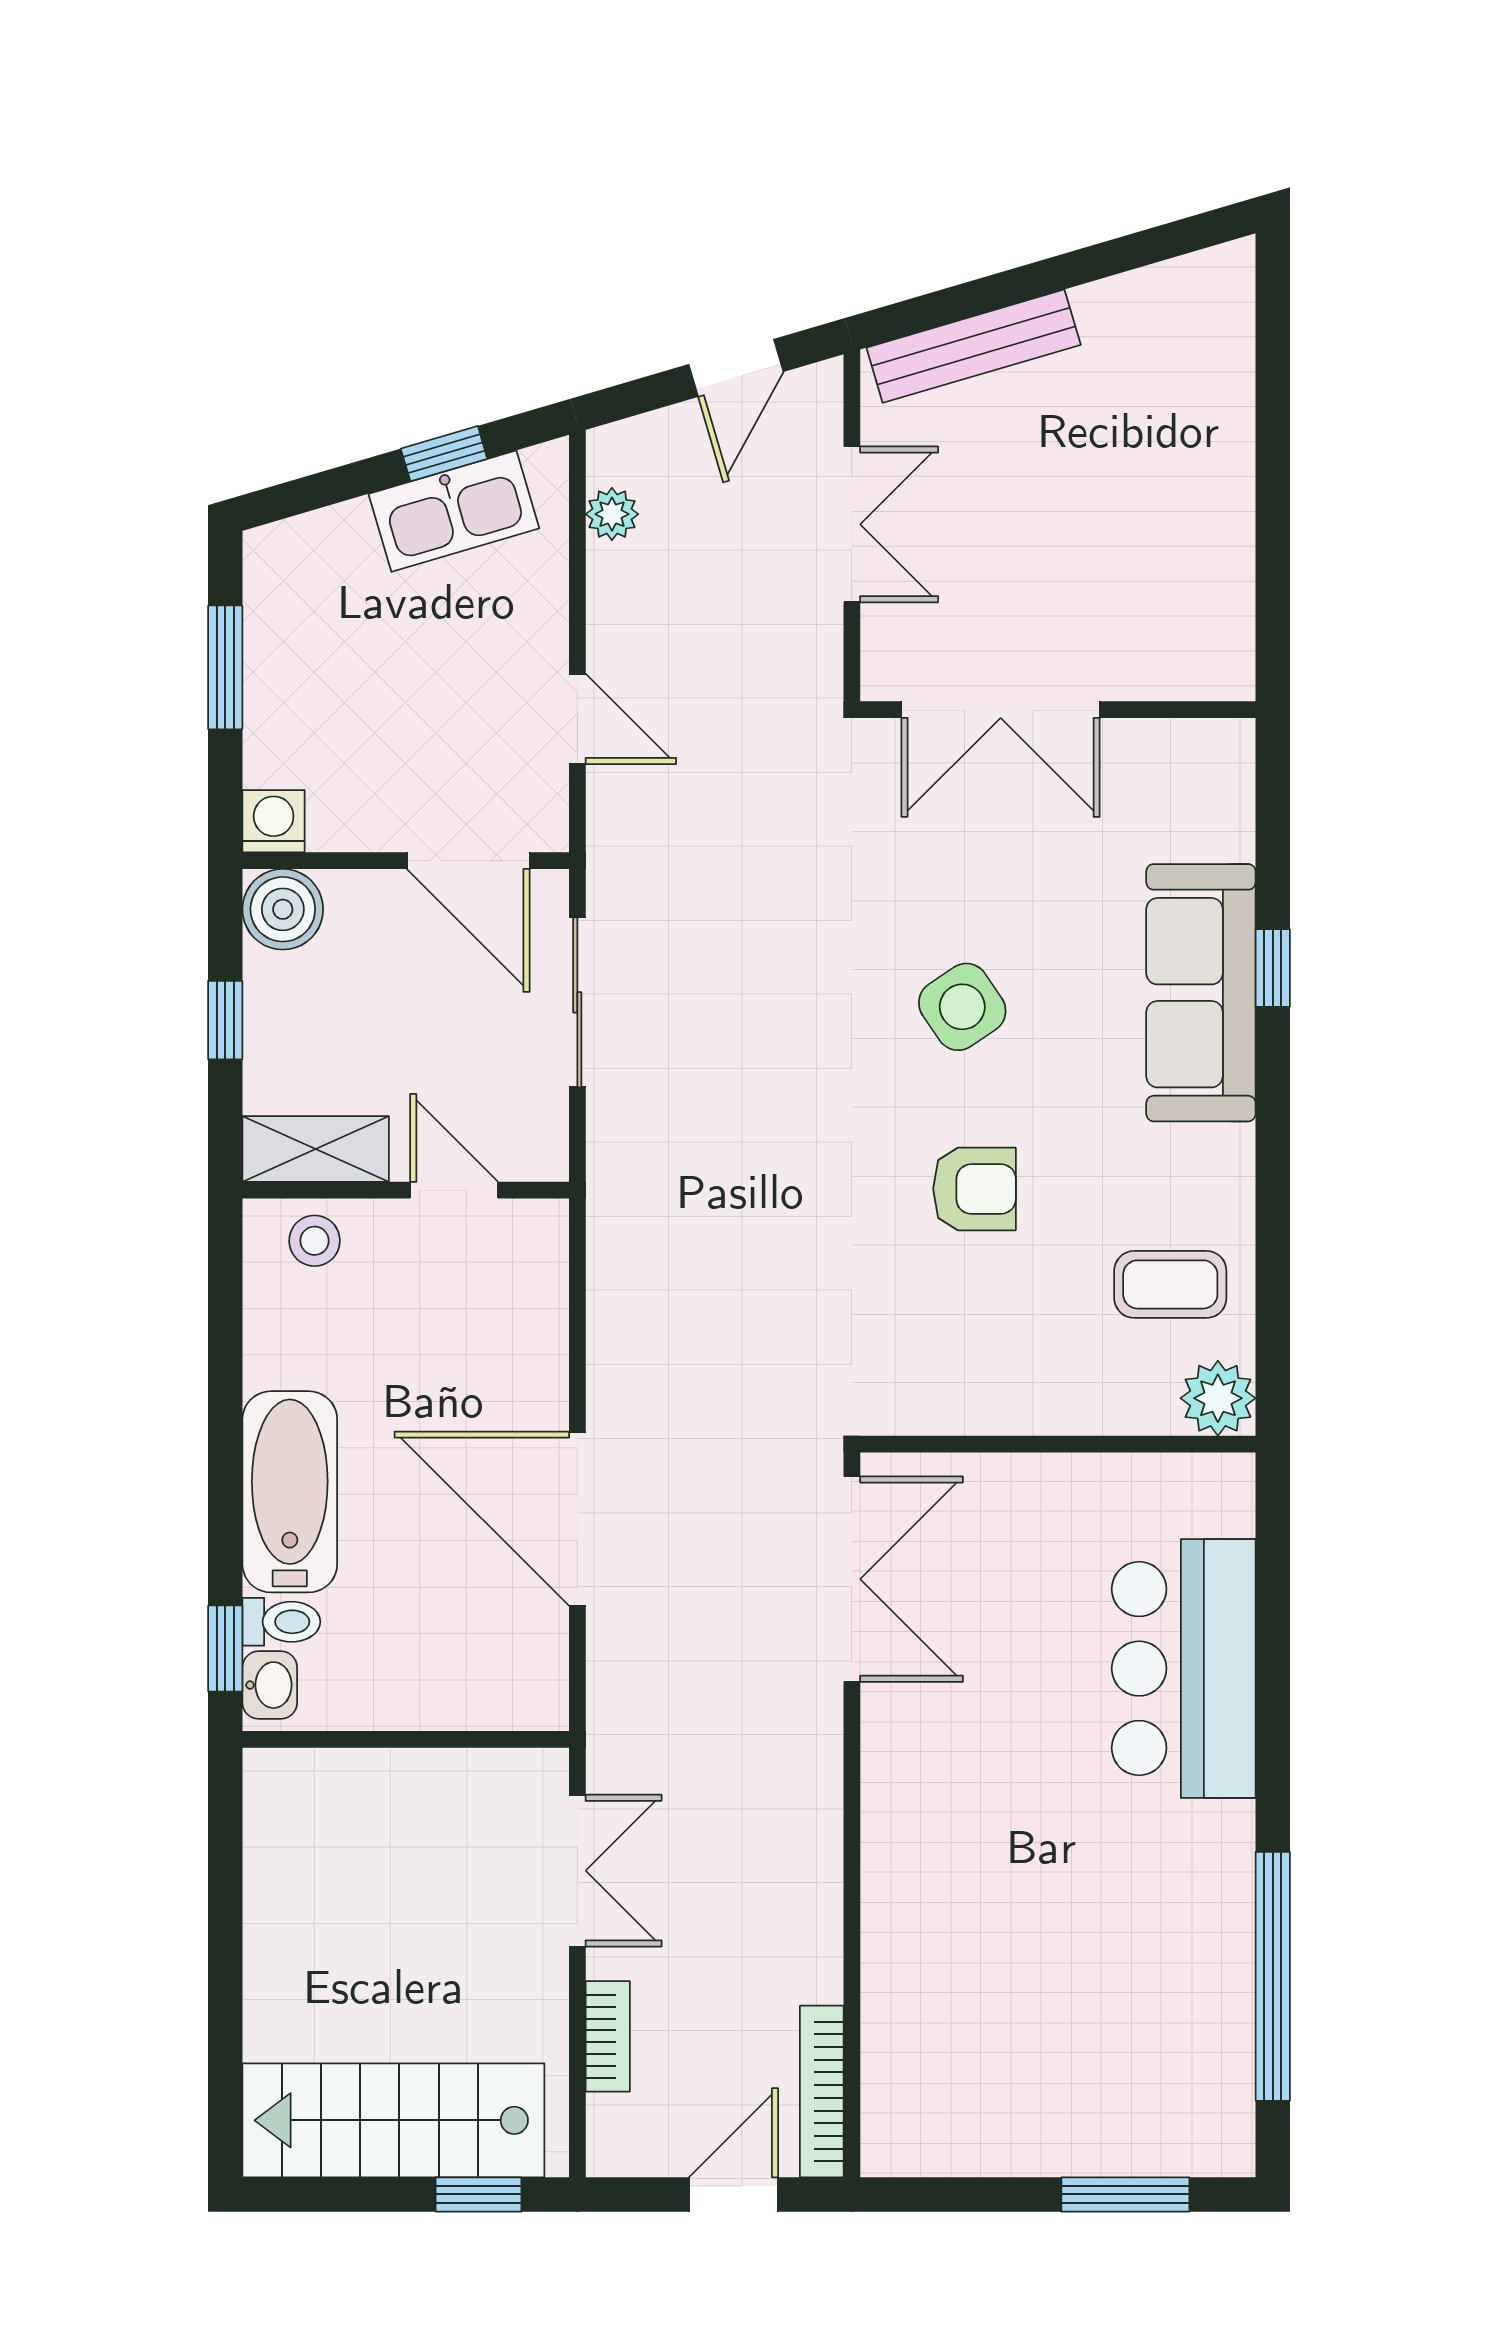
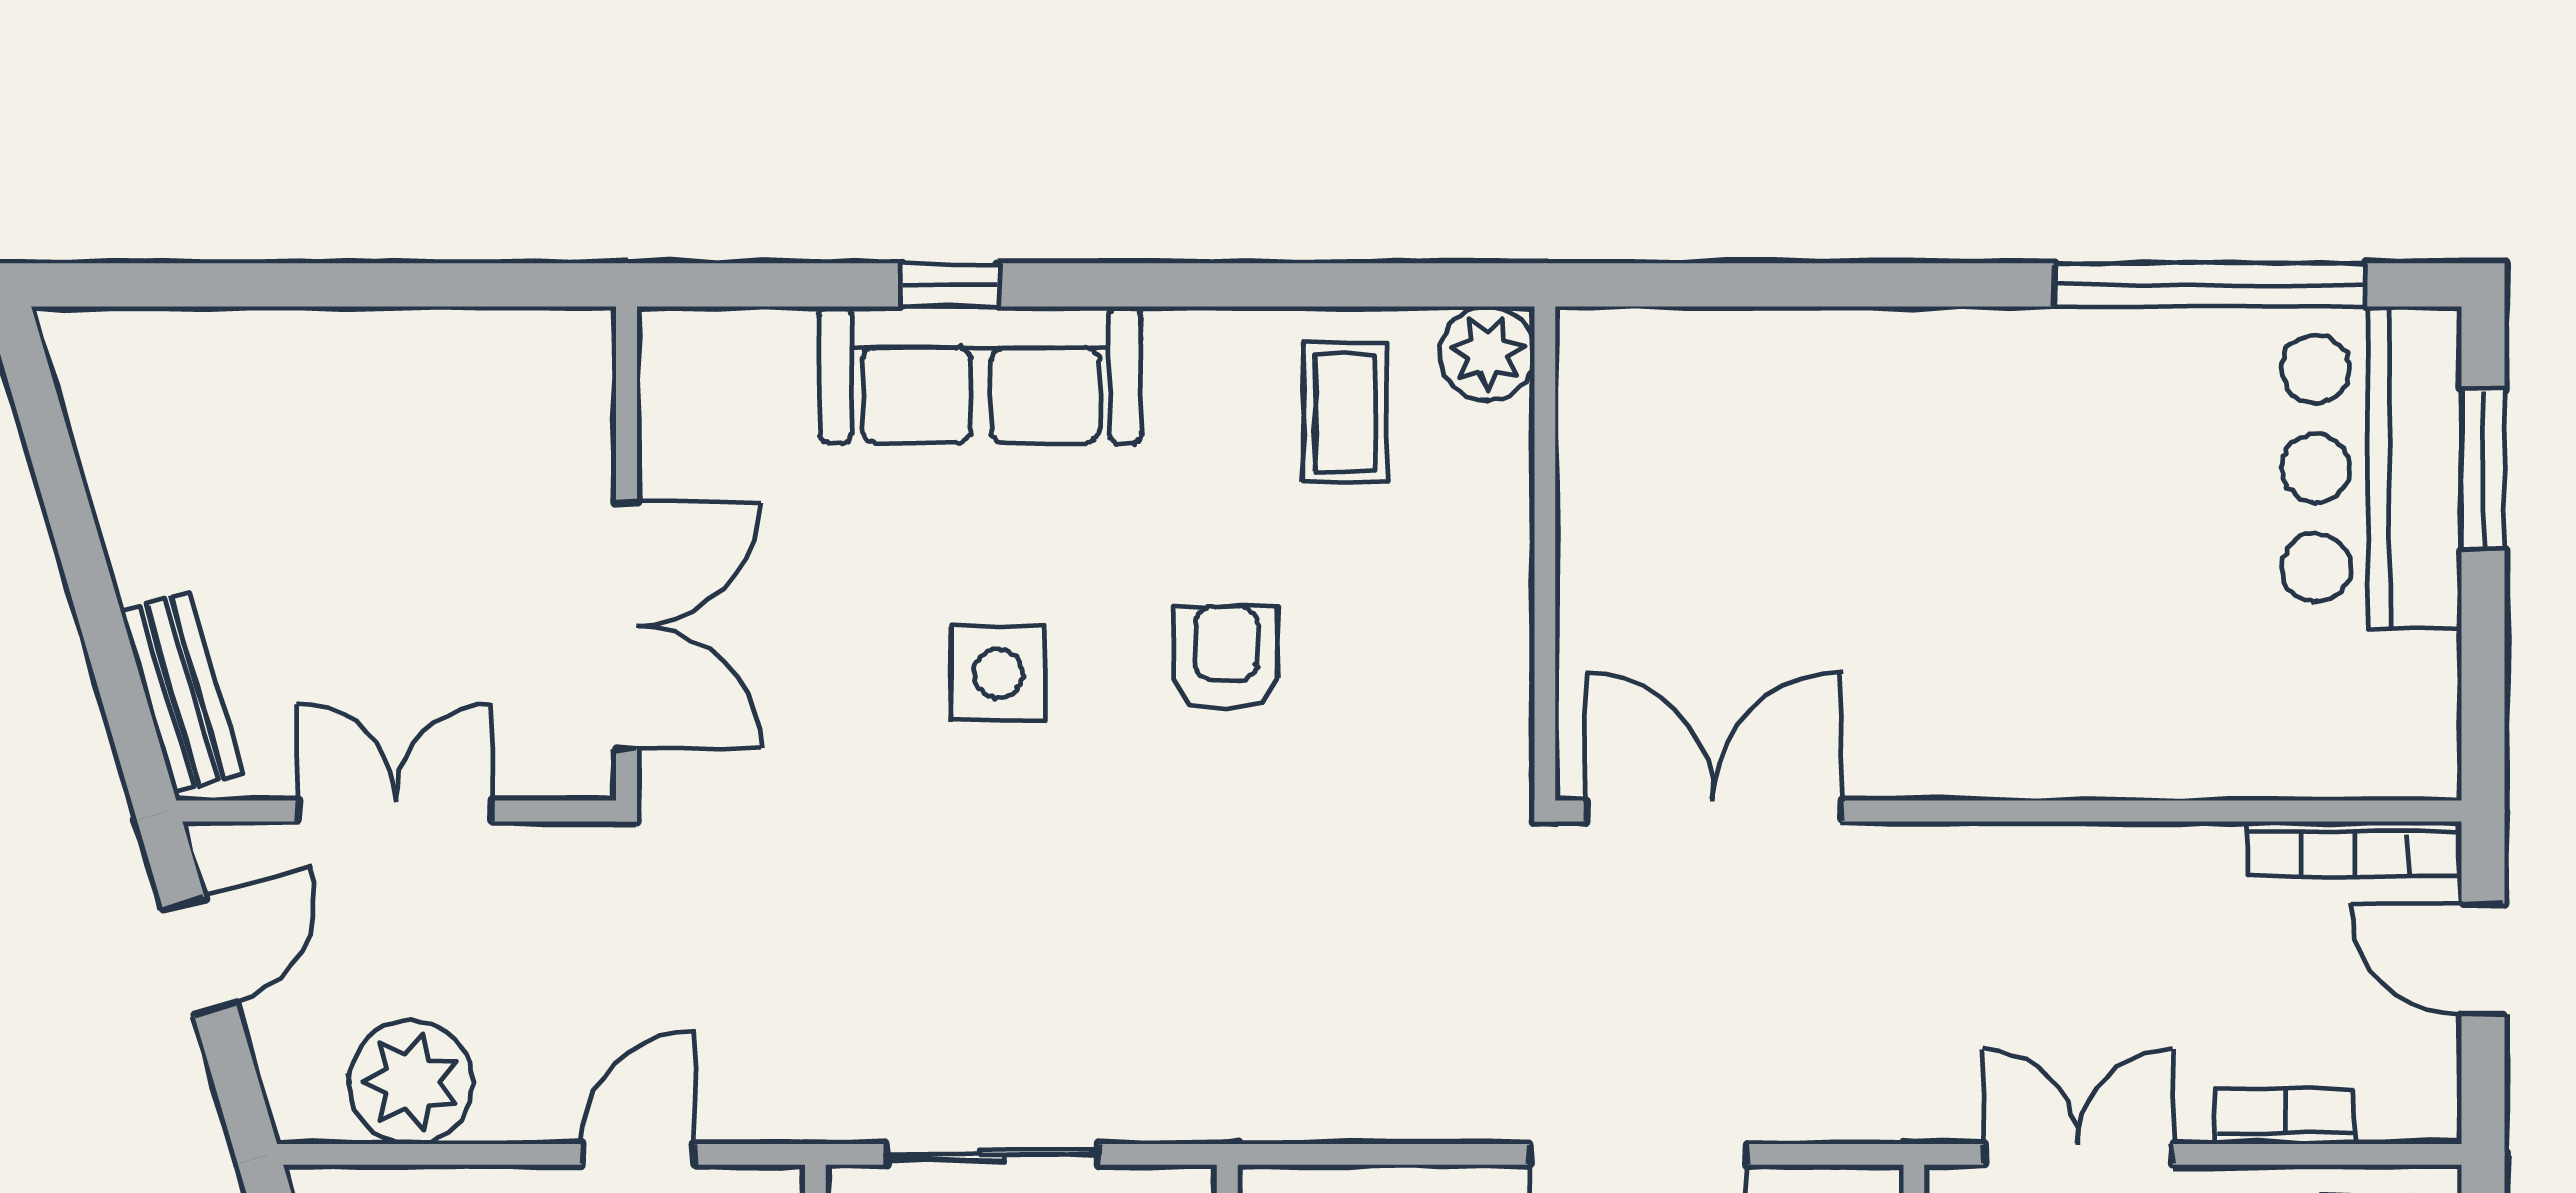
bench: (974, 346) -> (182, 692), width x0.73
door: (736, 368) -> (199, 956), hinge flipped
plant: (612, 514) -> (411, 1082), width x1.88, depth x1.88
side table: (962, 1007) -> (998, 673), turned 34
bar counter: (1184, 1669) -> (2372, 468), moved, turned 90

